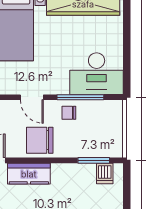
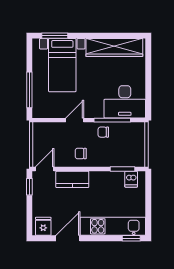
door: (32, 97) -> (75, 120), swing flipped
chair: (40, 140) -> (81, 154), width x0.54, depth x0.54

